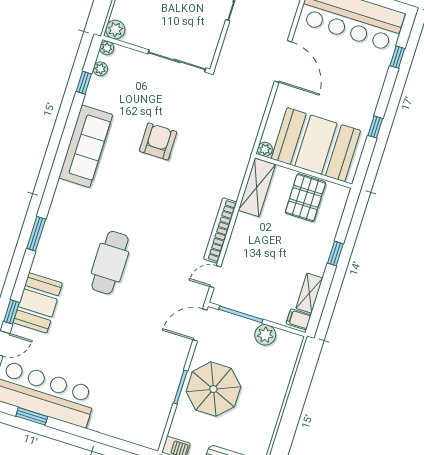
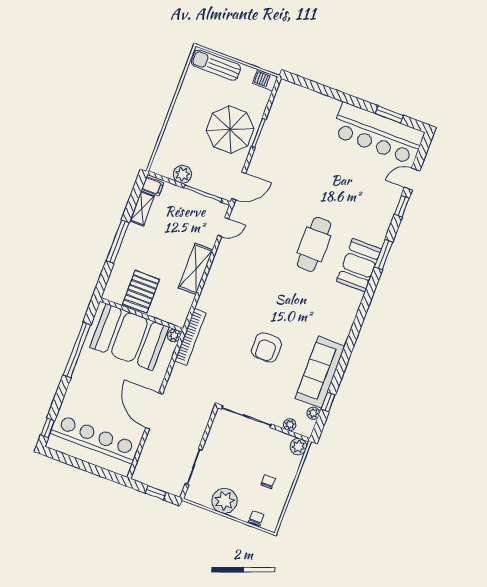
plant: (107, 48) -> (290, 425), moved
window: (397, 57) -> (48, 428), moved
window: (375, 127) -> (77, 350), width x3.17
sofa: (86, 146) -> (320, 372), moved
shelving: (257, 187) -> (196, 269), moved
bookcase: (220, 231) -> (190, 337), moved
window: (36, 234) -> (384, 254), moved
window: (335, 253) -> (118, 242), width x2.17
booth: (38, 303) -> (359, 265), moved

